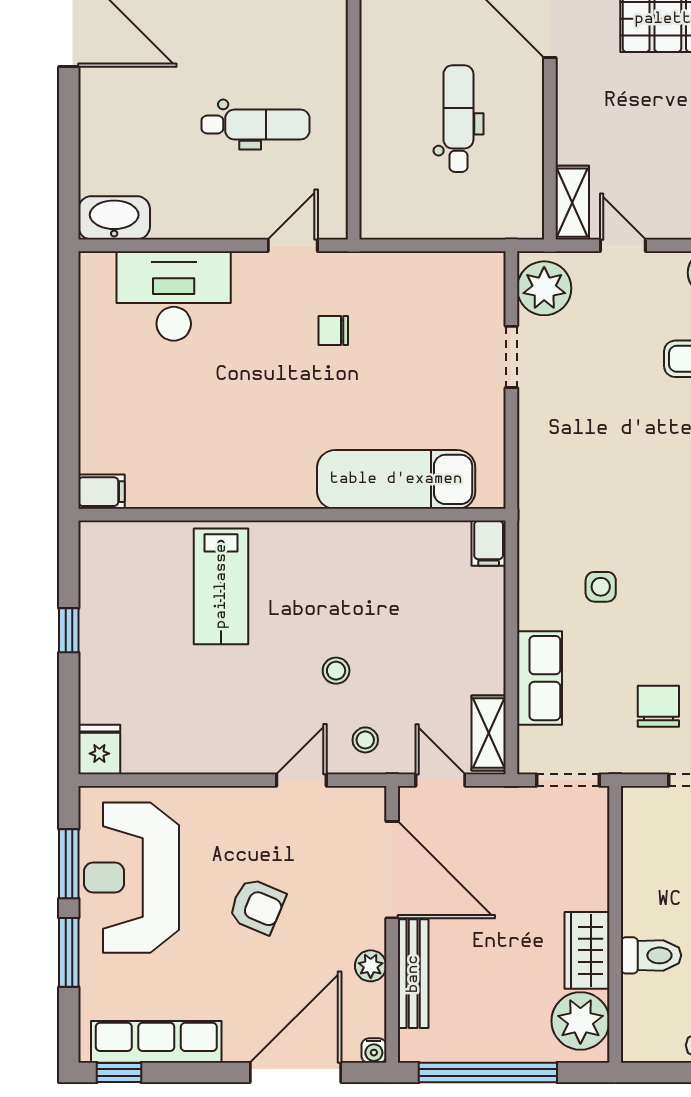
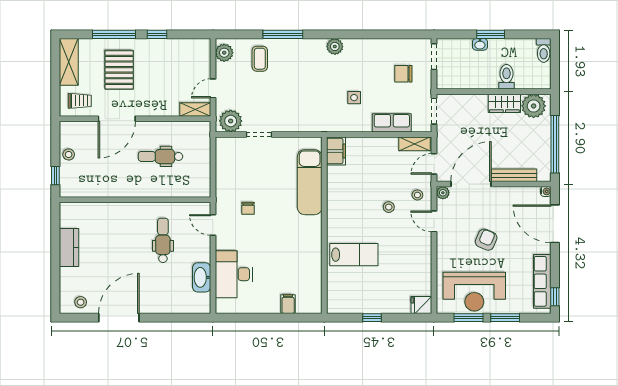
washbasin: (114, 218) -> (202, 277), moved
filing cabinet: (102, 492) -> (288, 304), moved
filing cabinet: (489, 543) -> (336, 151), width x2.00
plant: (371, 966) -> (443, 193), moved

